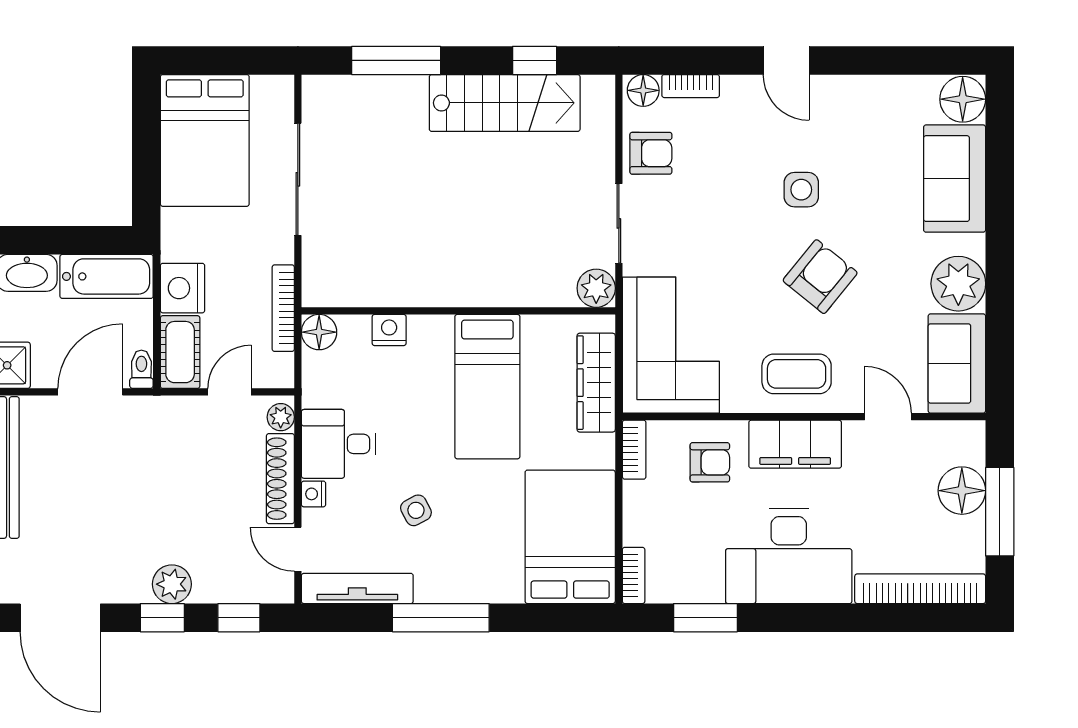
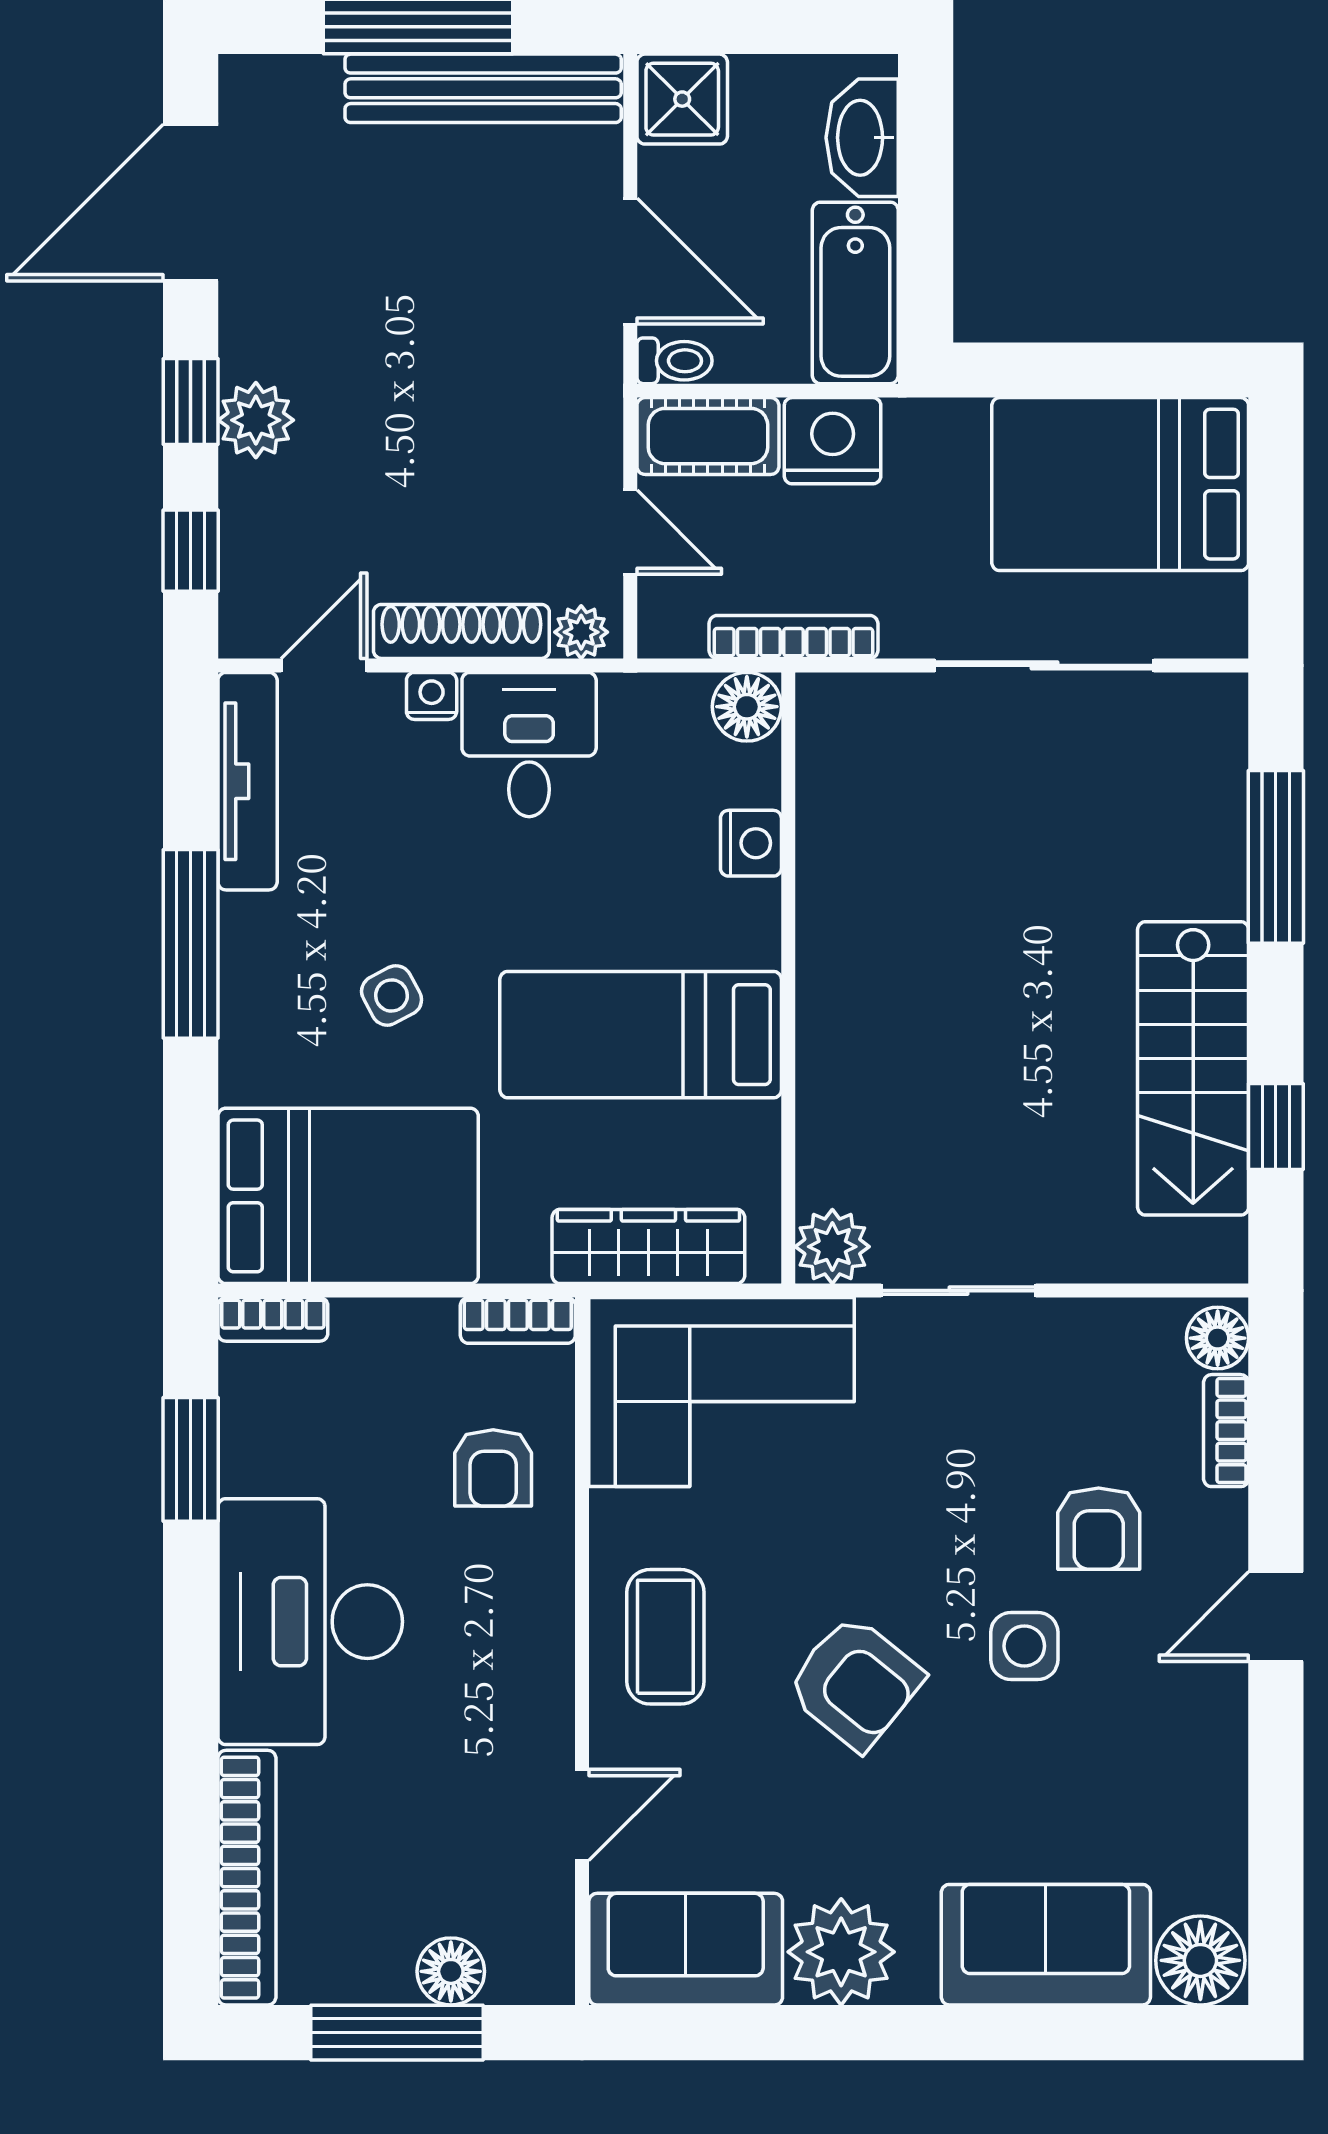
armchair: (651, 153) -> (1099, 1529), moved
filing cabinet: (795, 444) -> (529, 1634), removed
floor lamp: (962, 491) -> (451, 1971), width x0.73, depth x0.73
side table: (416, 510) -> (392, 995), moved

